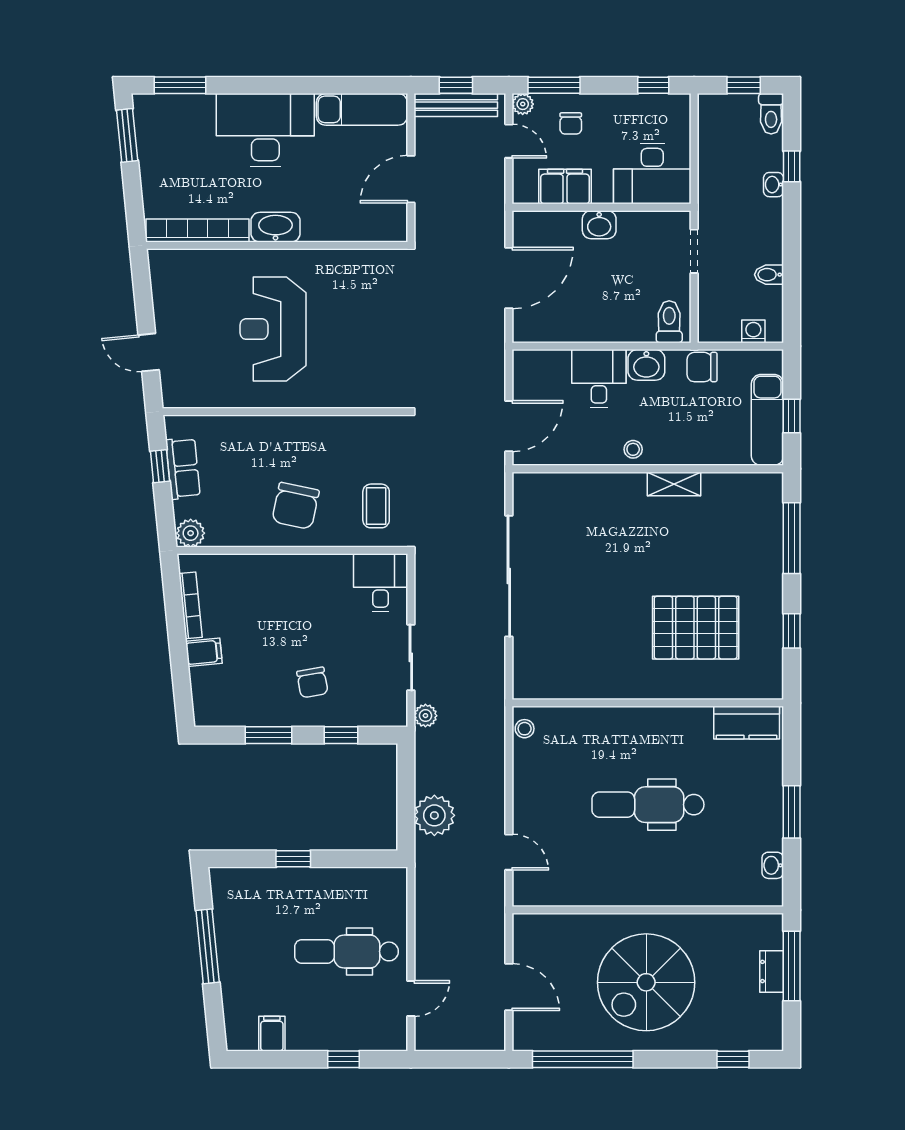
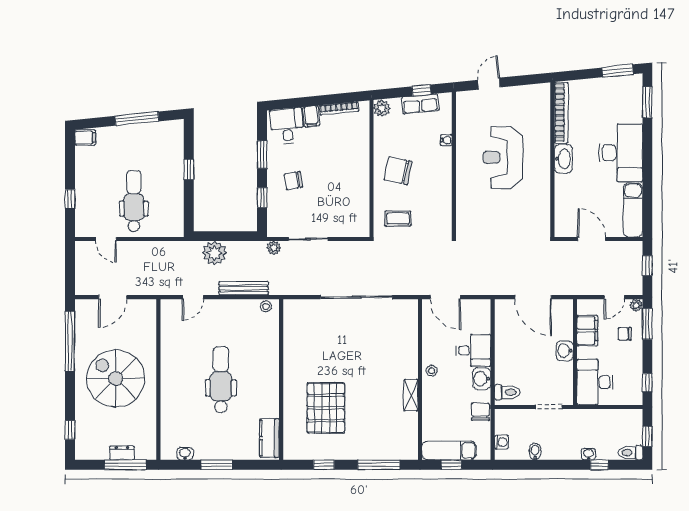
bench: (456, 105) -> (244, 288), moved, turned 90
reception desk: (273, 329) -> (503, 157), turned -90
water cooler: (244, 424) -> (446, 140), added
desk: (381, 583) -> (287, 126), moved, turned -96
filing cabinet: (272, 1034) -> (85, 138), moved

